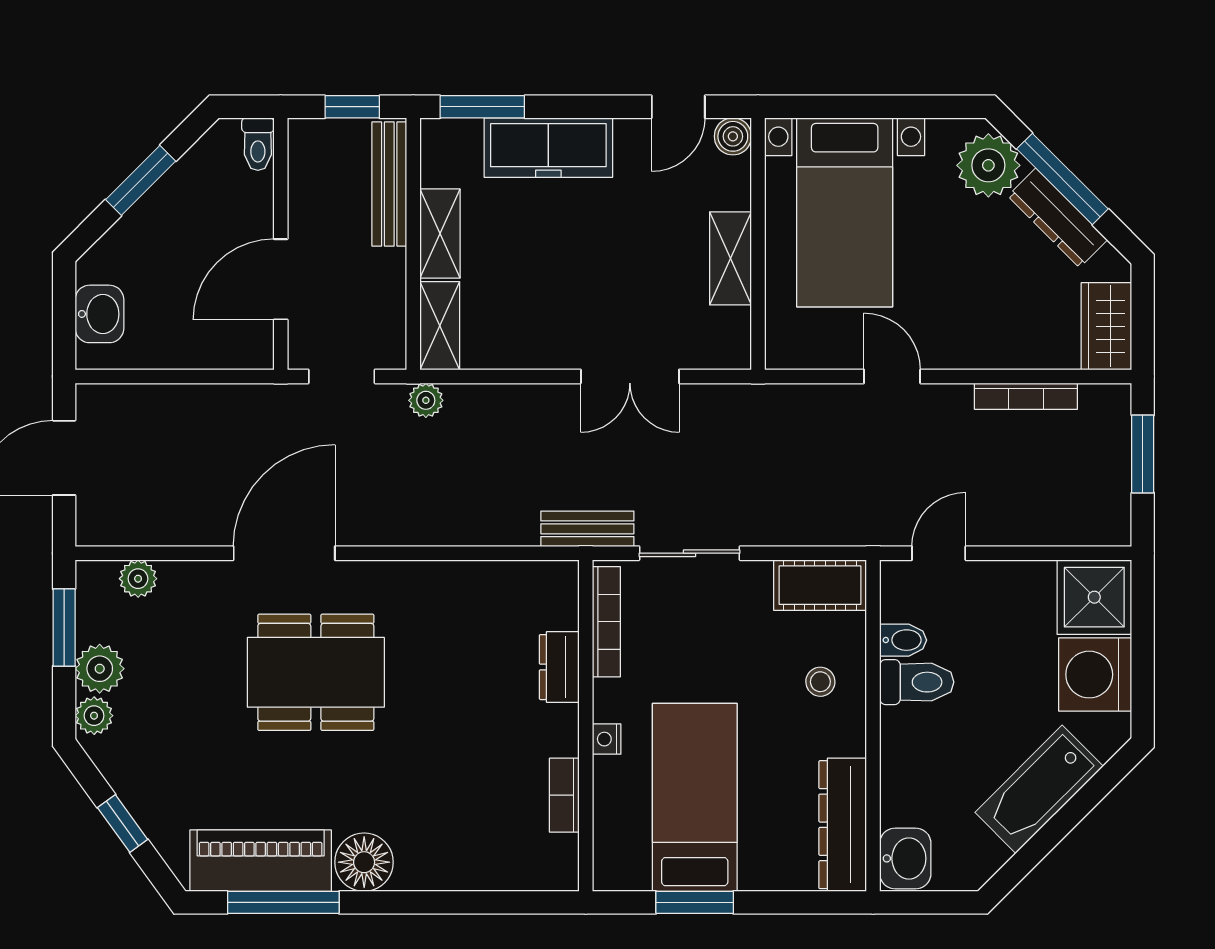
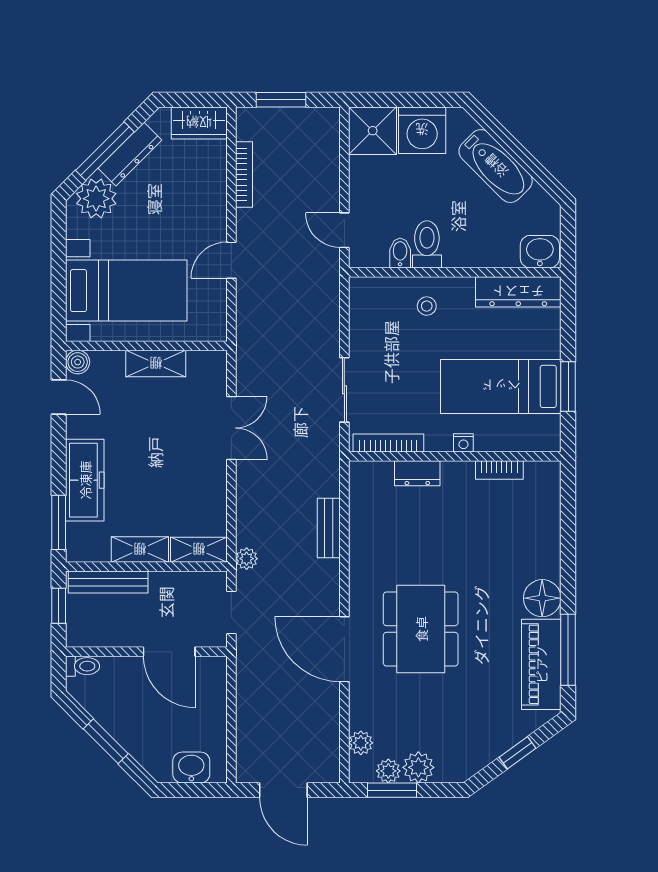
bench: (587, 529) -> (329, 528), moved
cot: (820, 585) -> (365, 306), removed
plant: (94, 716) -> (388, 771), moved

